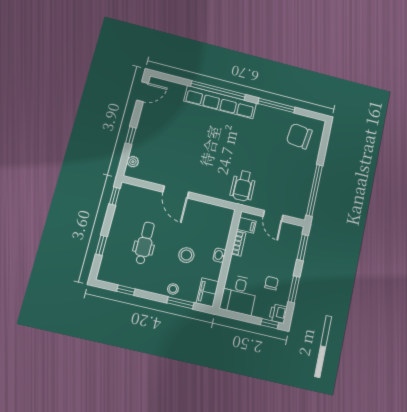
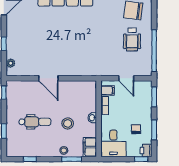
wheelchair: (243, 186) -> (132, 39), moved
dental chair: (145, 243) -> (35, 122), turned 90

